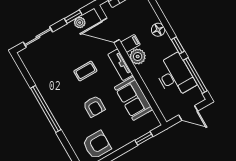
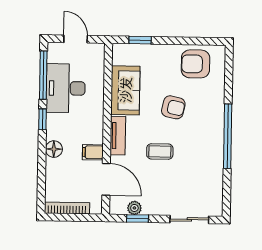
plant: (138, 56) -> (94, 133), removed
armchair: (94, 106) -> (173, 107), turned 102

